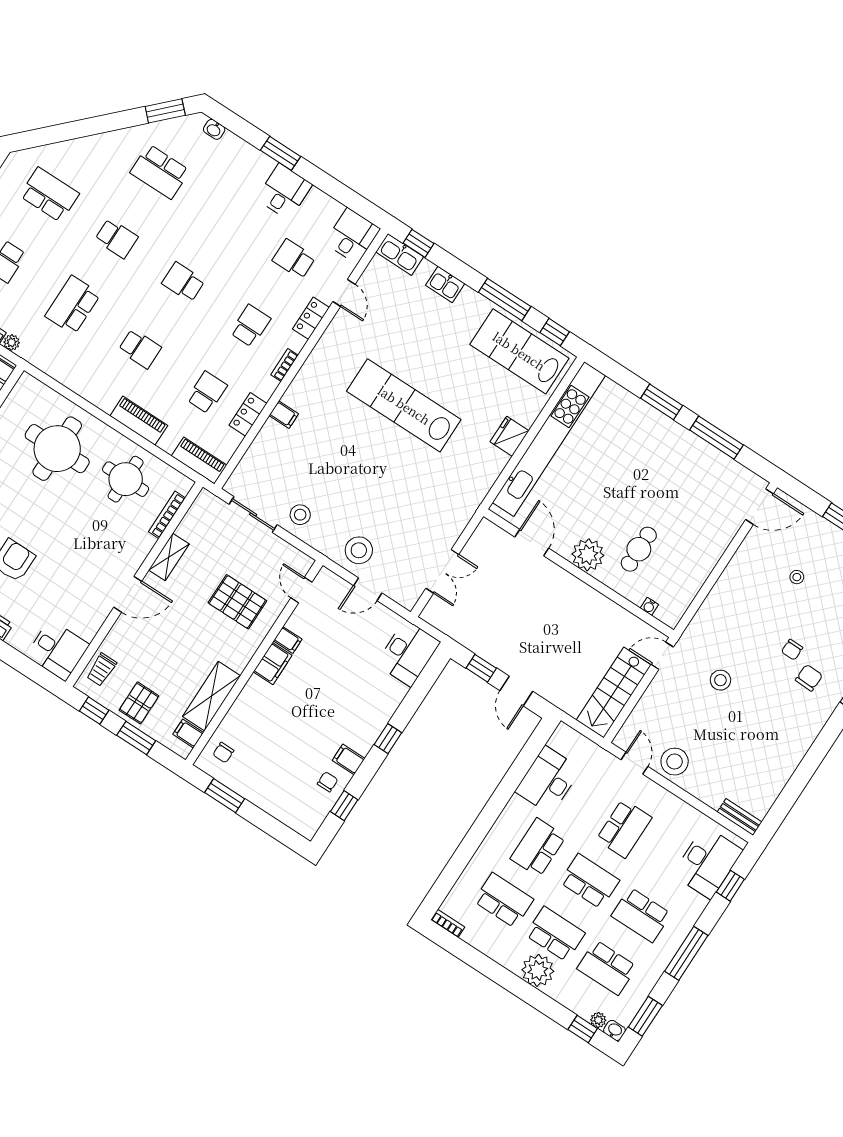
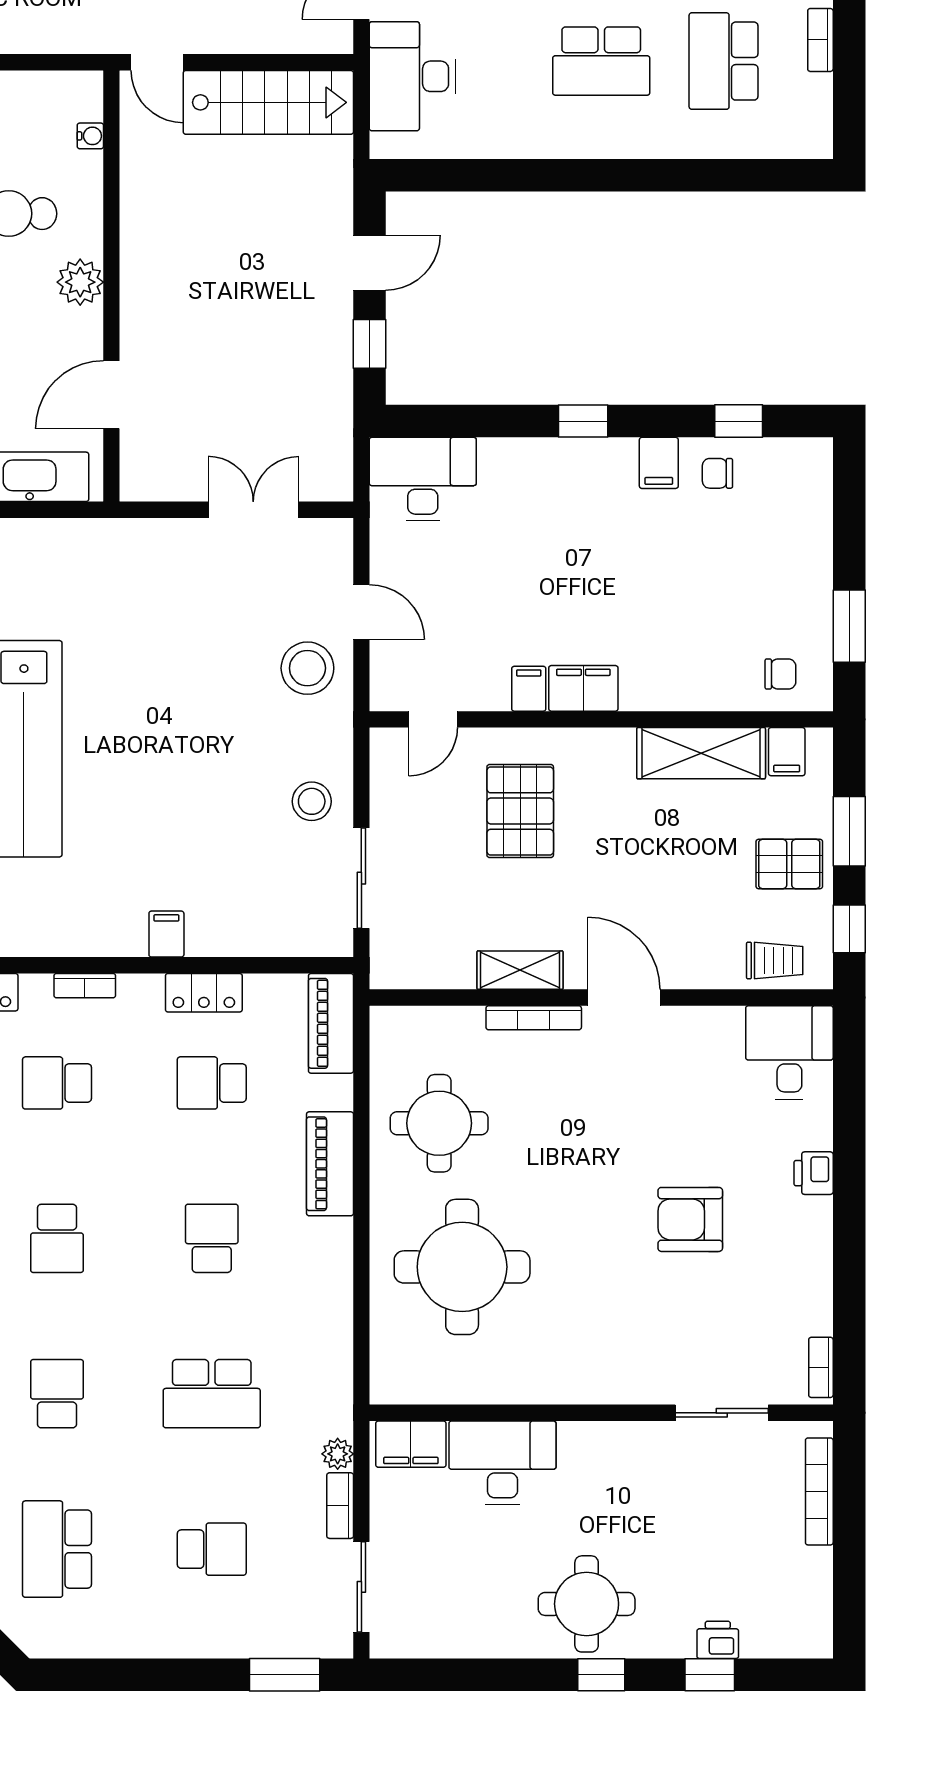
bookcase: (167, 515) -> (534, 1018), moved
plant: (588, 555) -> (80, 282), width x0.73, depth x0.73
desk: (548, 780) -> (412, 76), moved, turned 90
bookcase: (448, 923) -> (820, 40), moved

